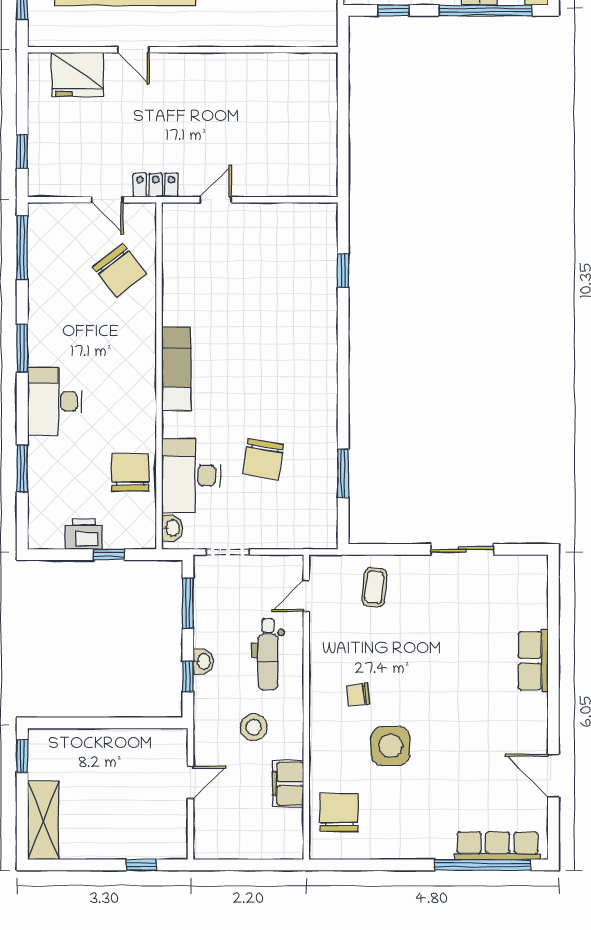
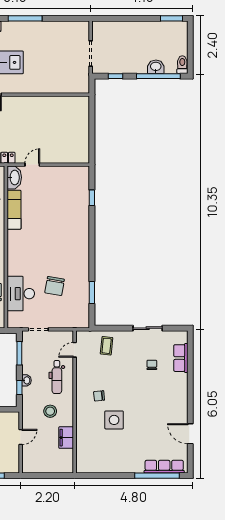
exam couch: (176, 369) -> (14, 210), moved
washbasin: (172, 528) -> (14, 177), moved, width x1.91, depth x1.45
row of seats: (533, 661) -> (181, 358), moved
chair: (339, 812) -> (152, 365), moved, width x0.54, depth x0.54

